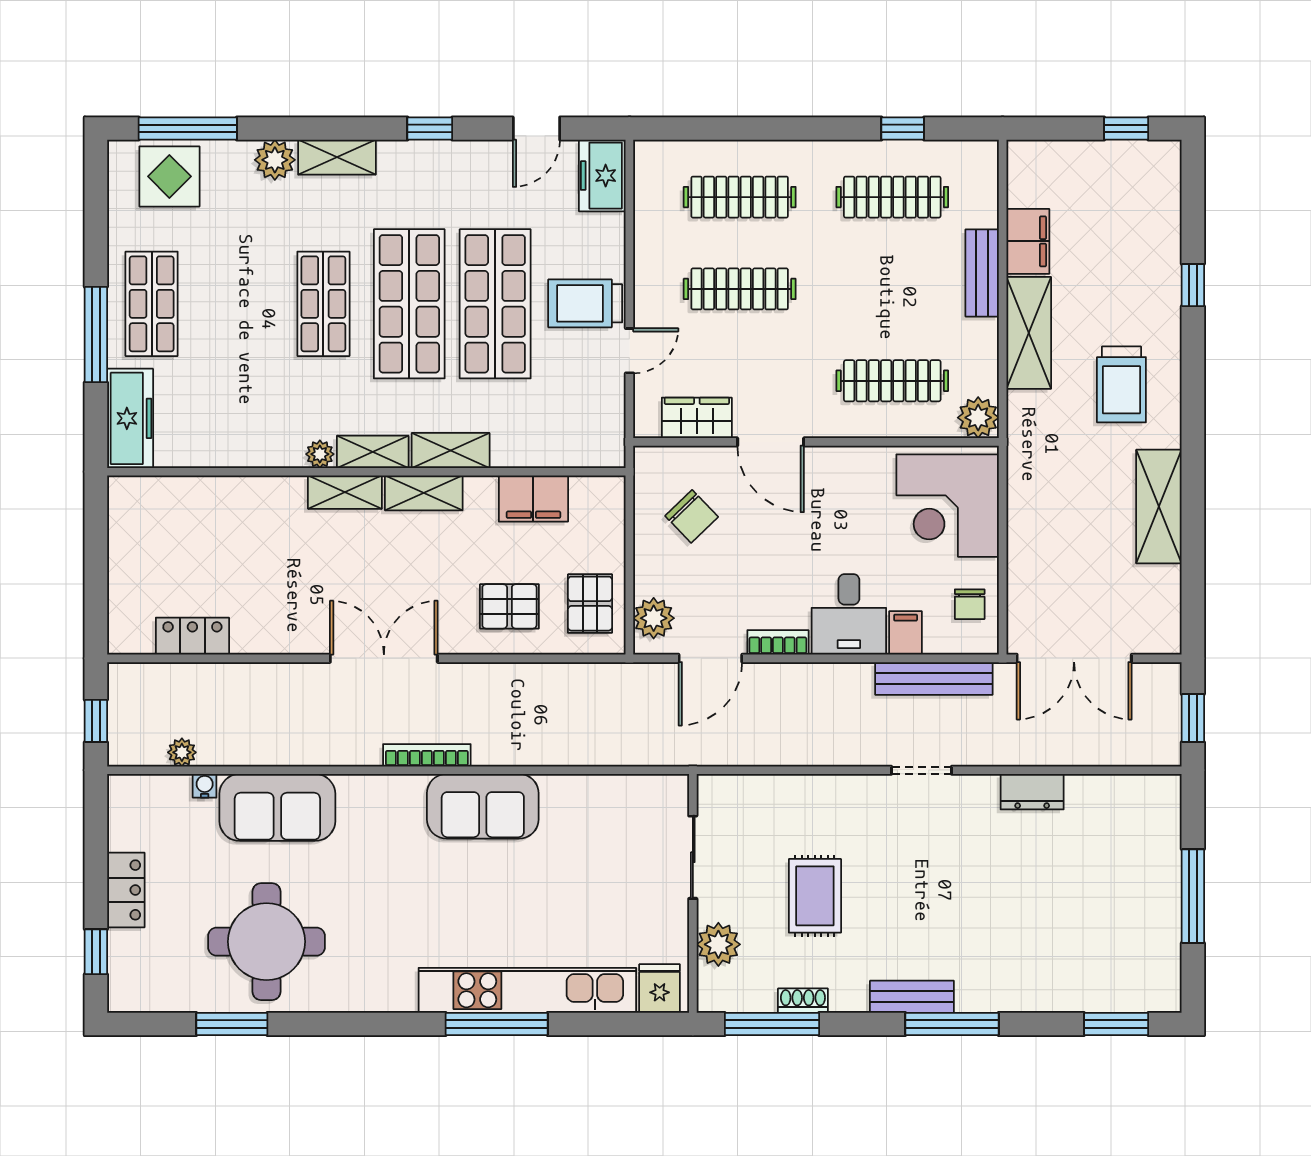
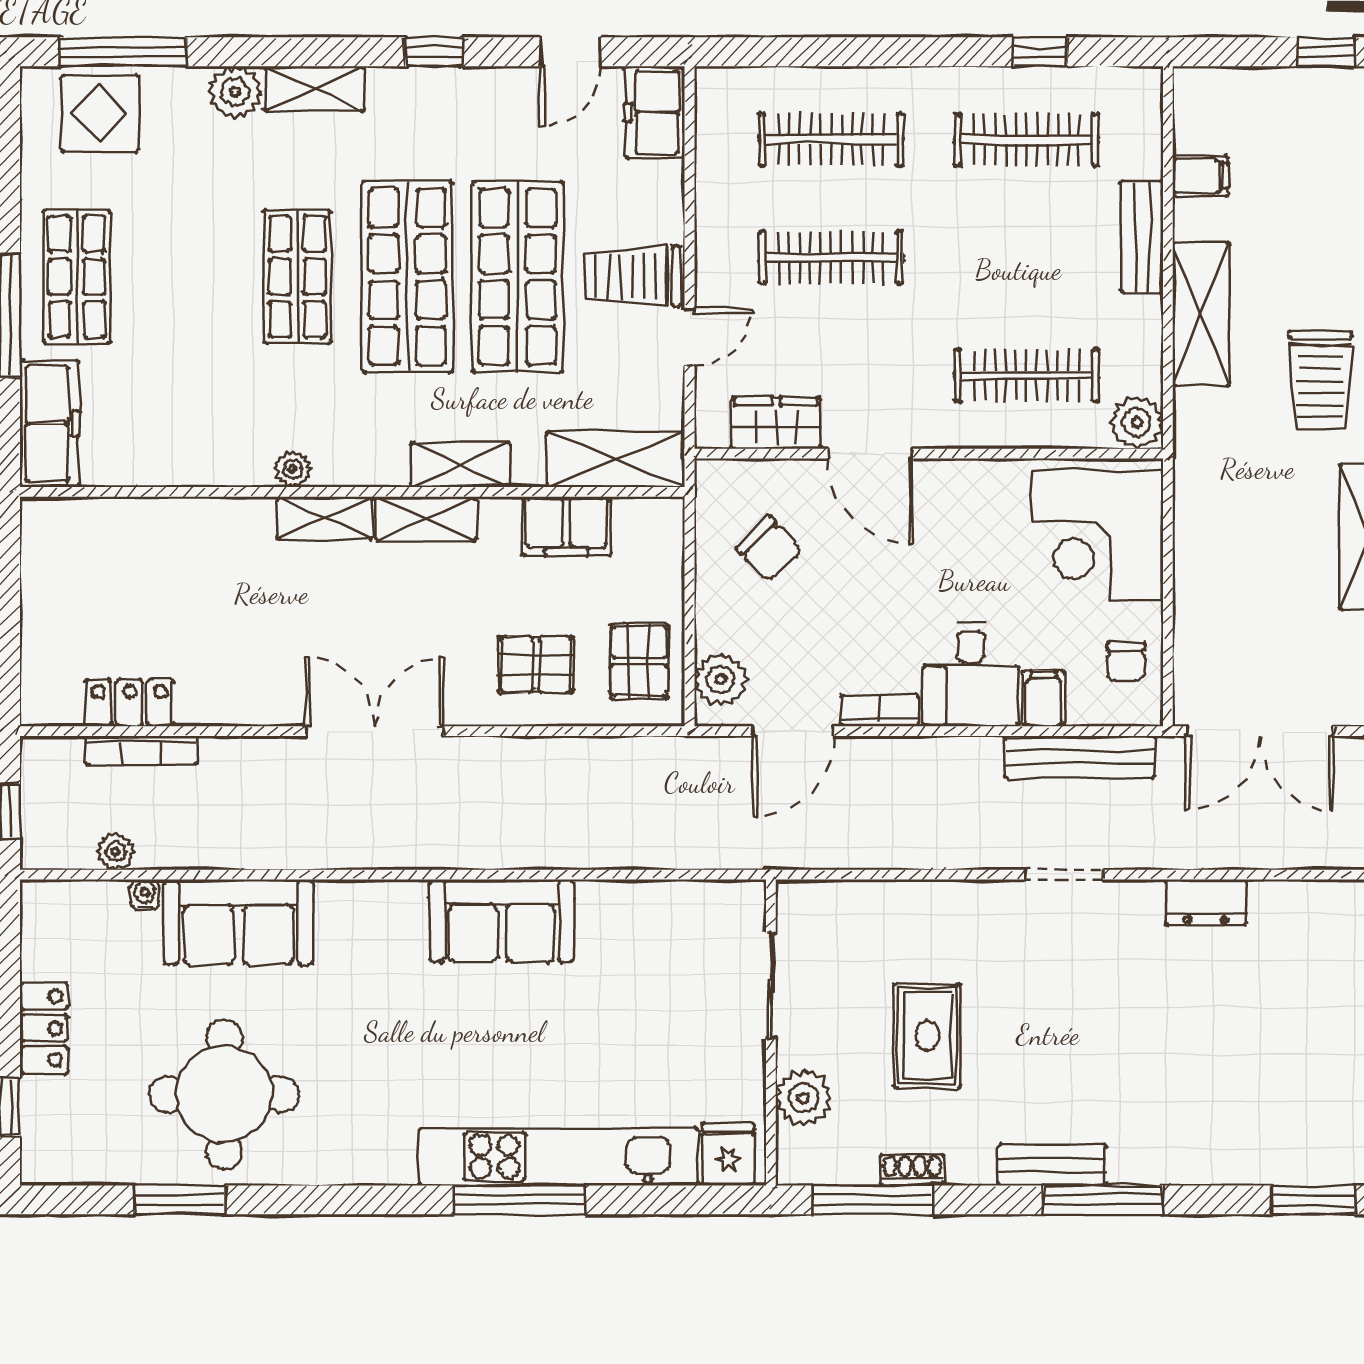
filing cabinet: (1028, 241) -> (1200, 176), width x0.50
shelving: (373, 452) -> (616, 459), moved, width x1.50, depth x1.33
bookcase: (427, 755) -> (141, 750), moved, turned 180

